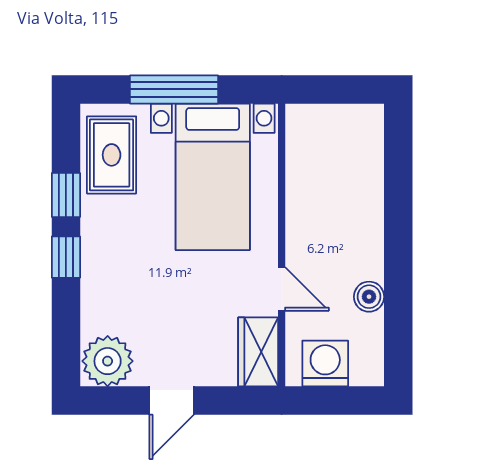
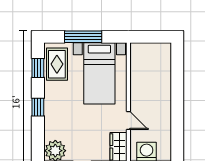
window: (66, 195) -> (38, 68), moved
boiler: (369, 297) -> (165, 124), removed

